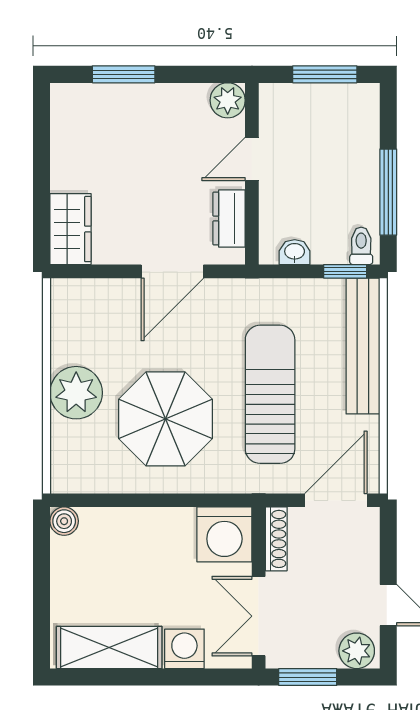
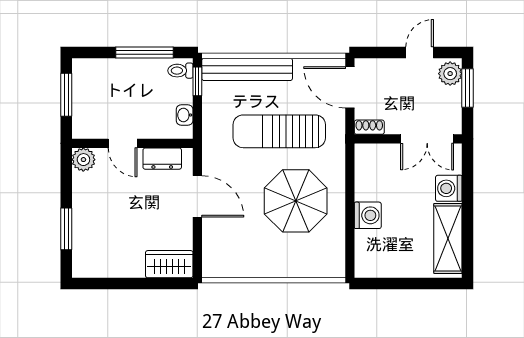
plant: (76, 393) -> (278, 260), removed
boiler: (64, 521) -> (364, 268), removed
washing machine: (224, 534) -> (368, 215), moved, width x0.73, depth x0.73
shoe rack: (276, 539) -> (369, 127), width x0.70
window: (308, 677) -> (468, 88), moved

